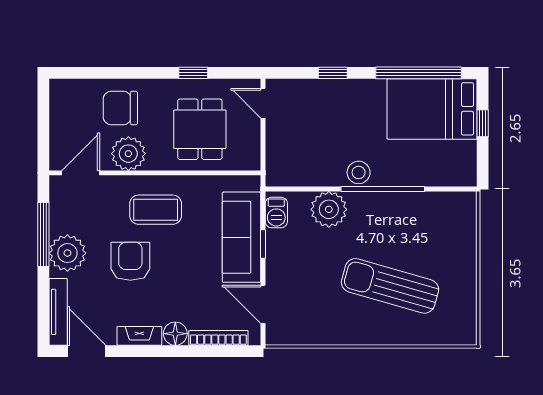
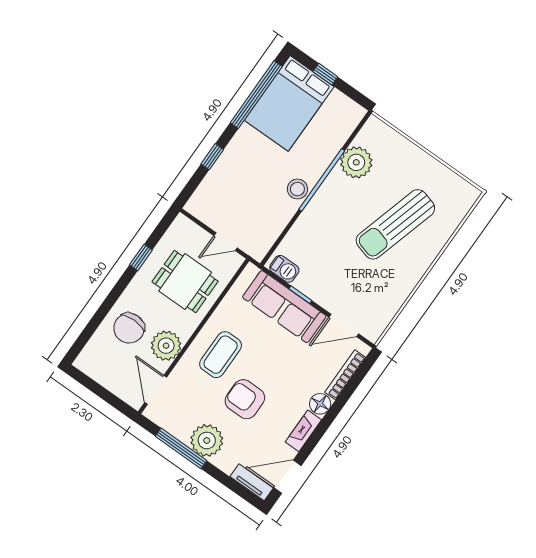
door: (263, 103) -> (226, 242), moved
plant: (329, 209) -> (356, 162), moved
tv unit: (58, 312) -> (252, 482), width x0.71

